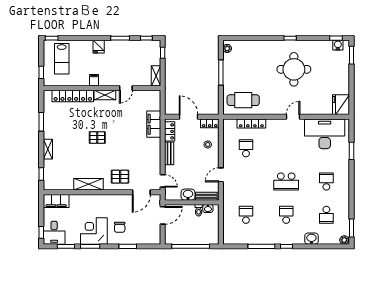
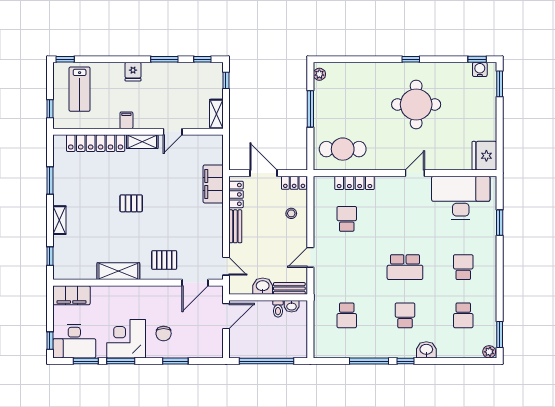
school desk: (246, 215) -> (347, 315), turned 180
desk: (54, 233) -> (74, 341), width x1.37
washbasin: (311, 239) -> (426, 350), moved

